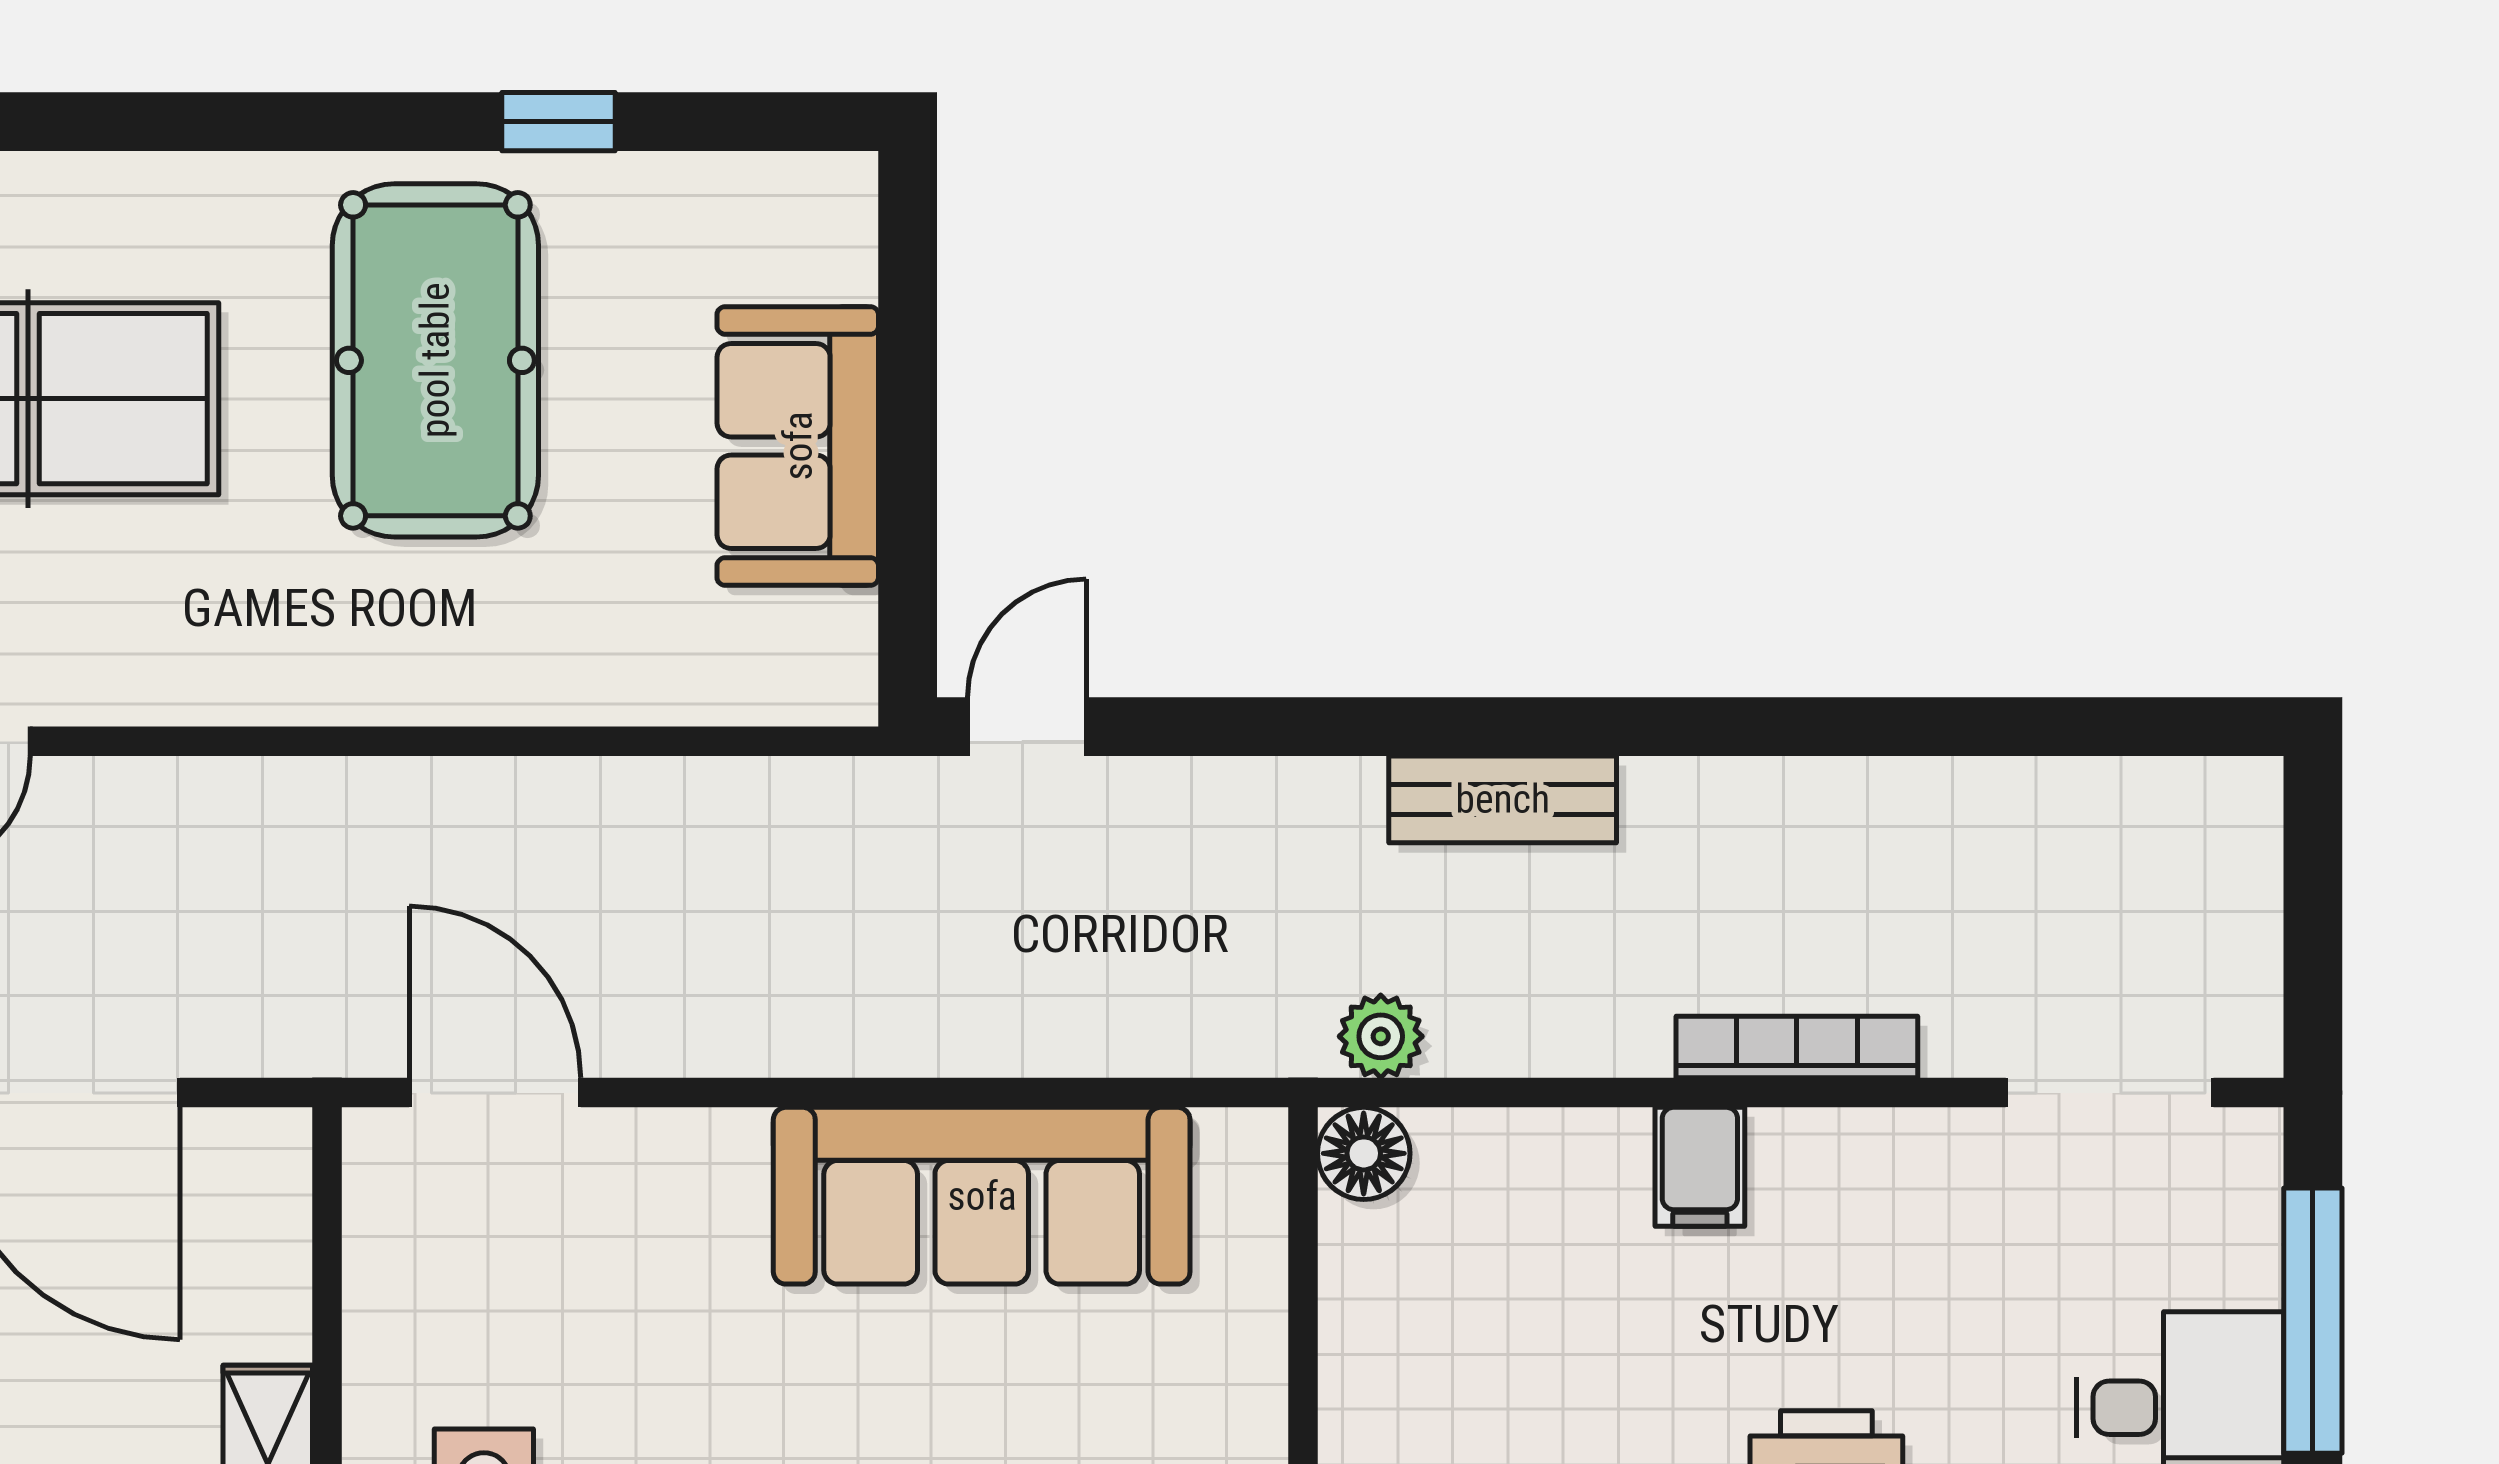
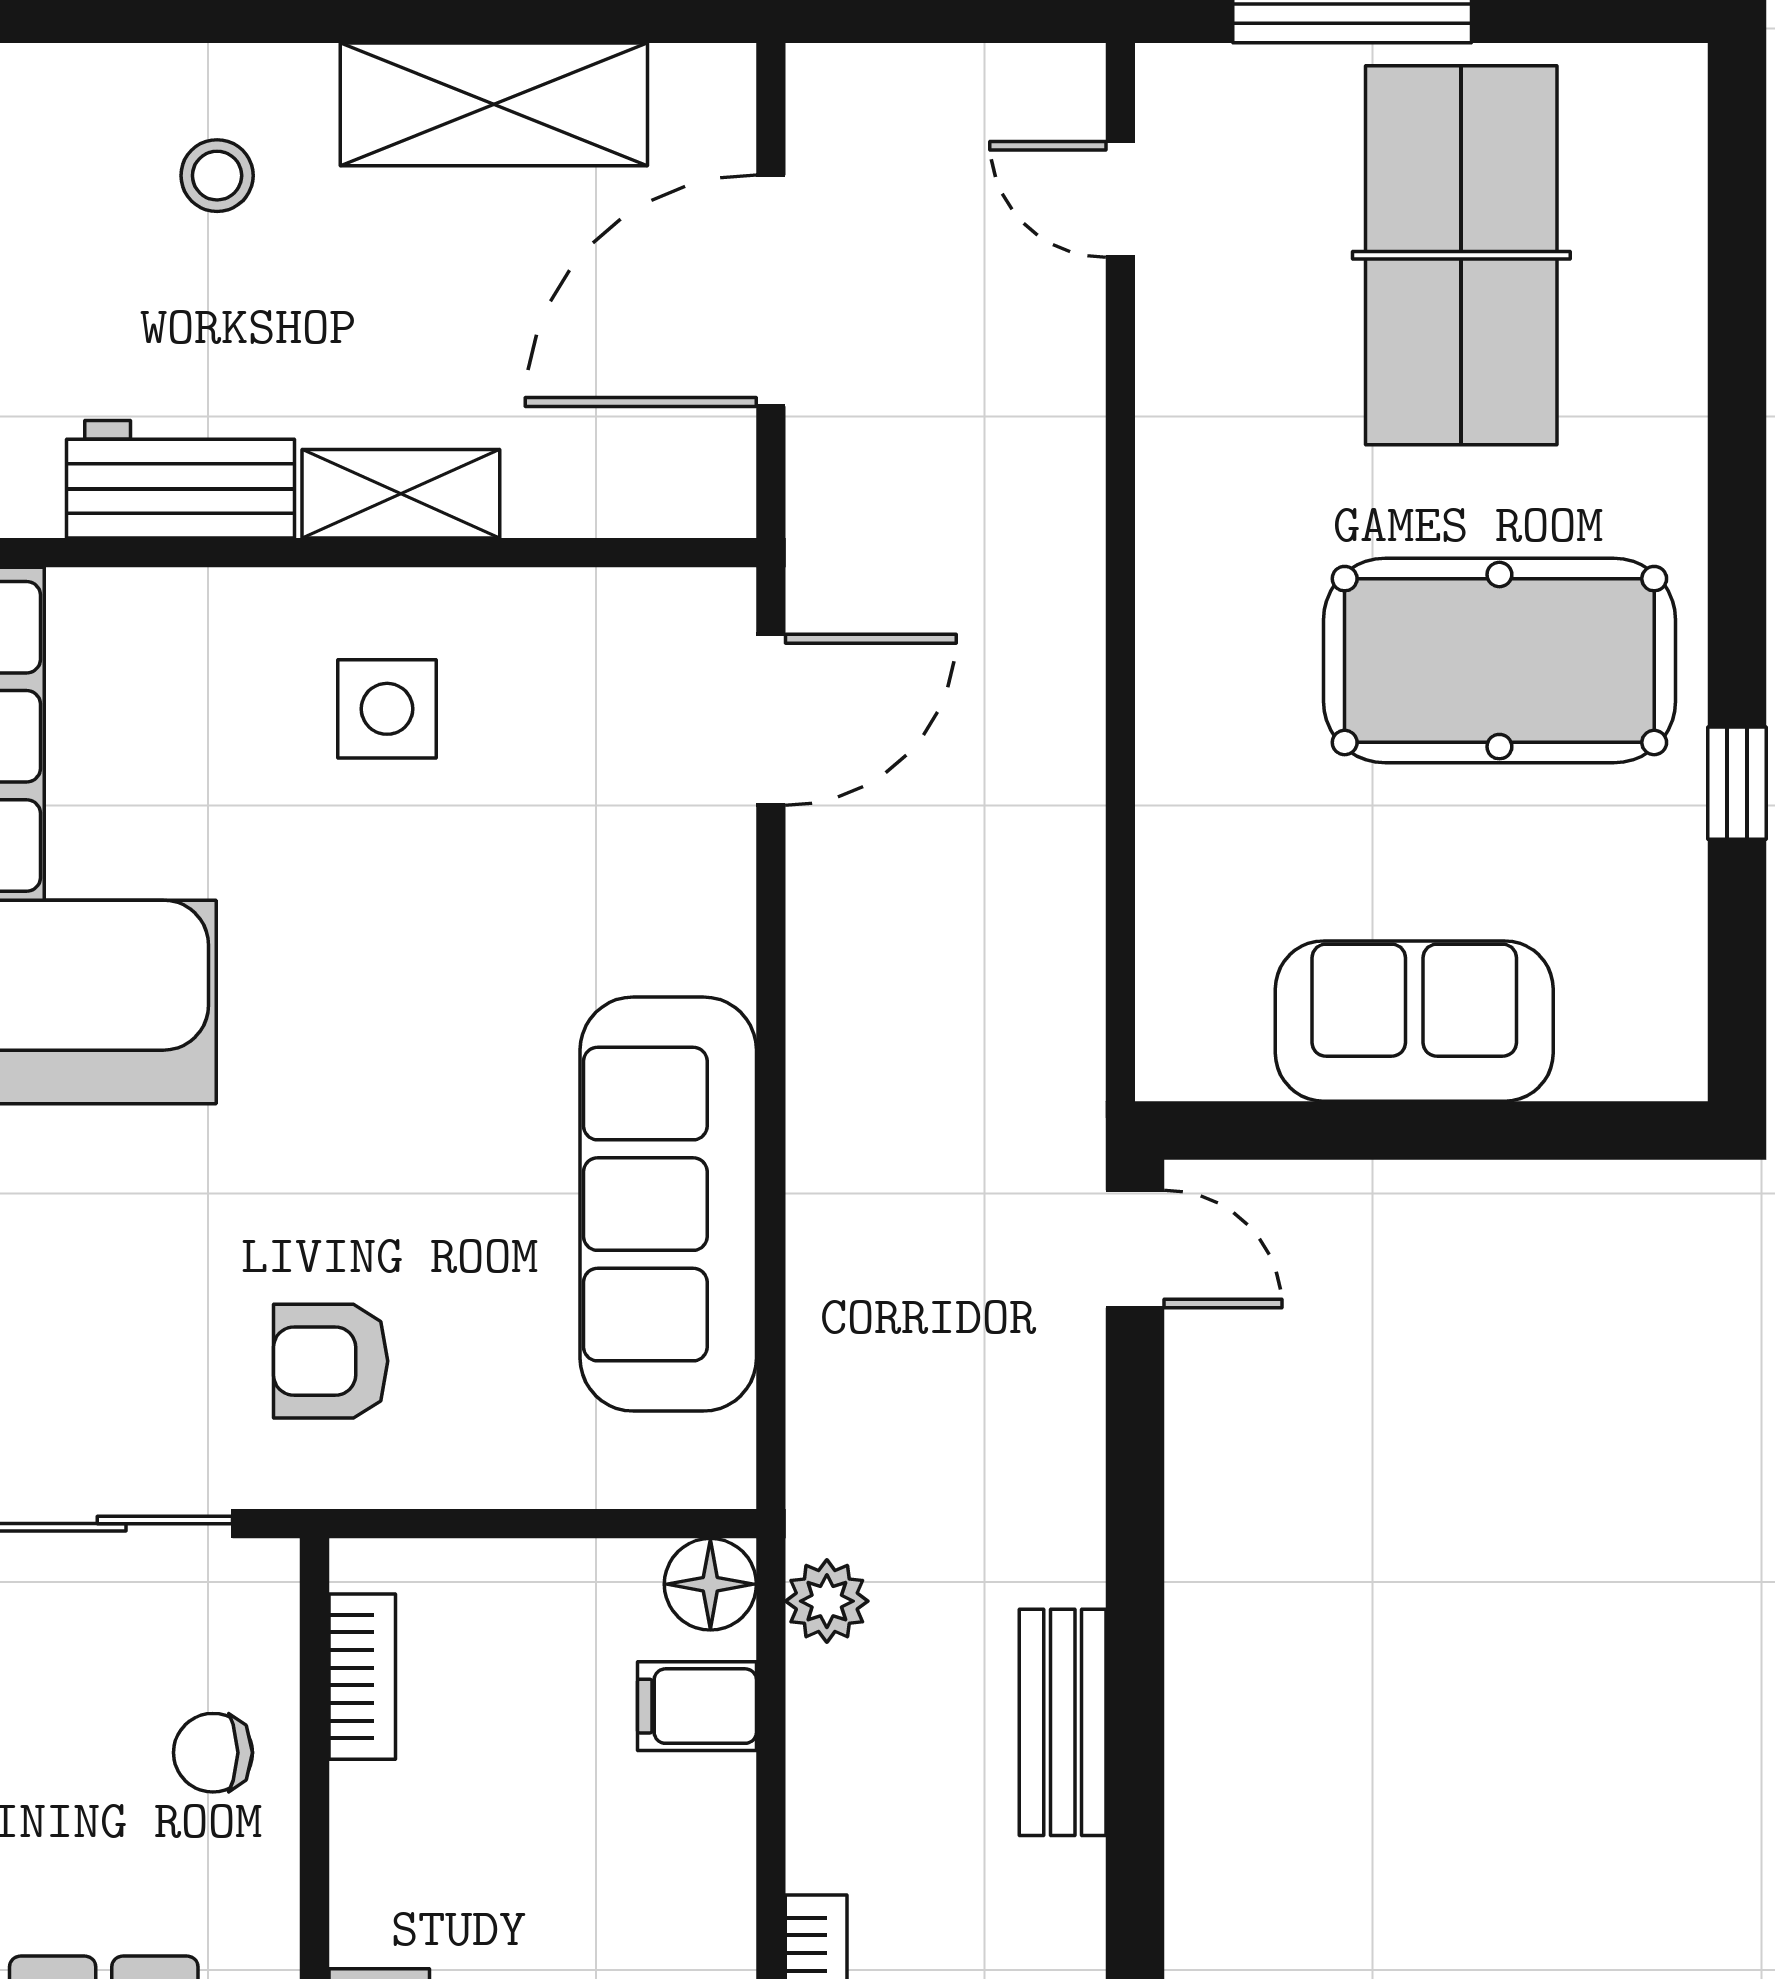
filing cabinet: (1700, 1167) -> (697, 1706), moved

